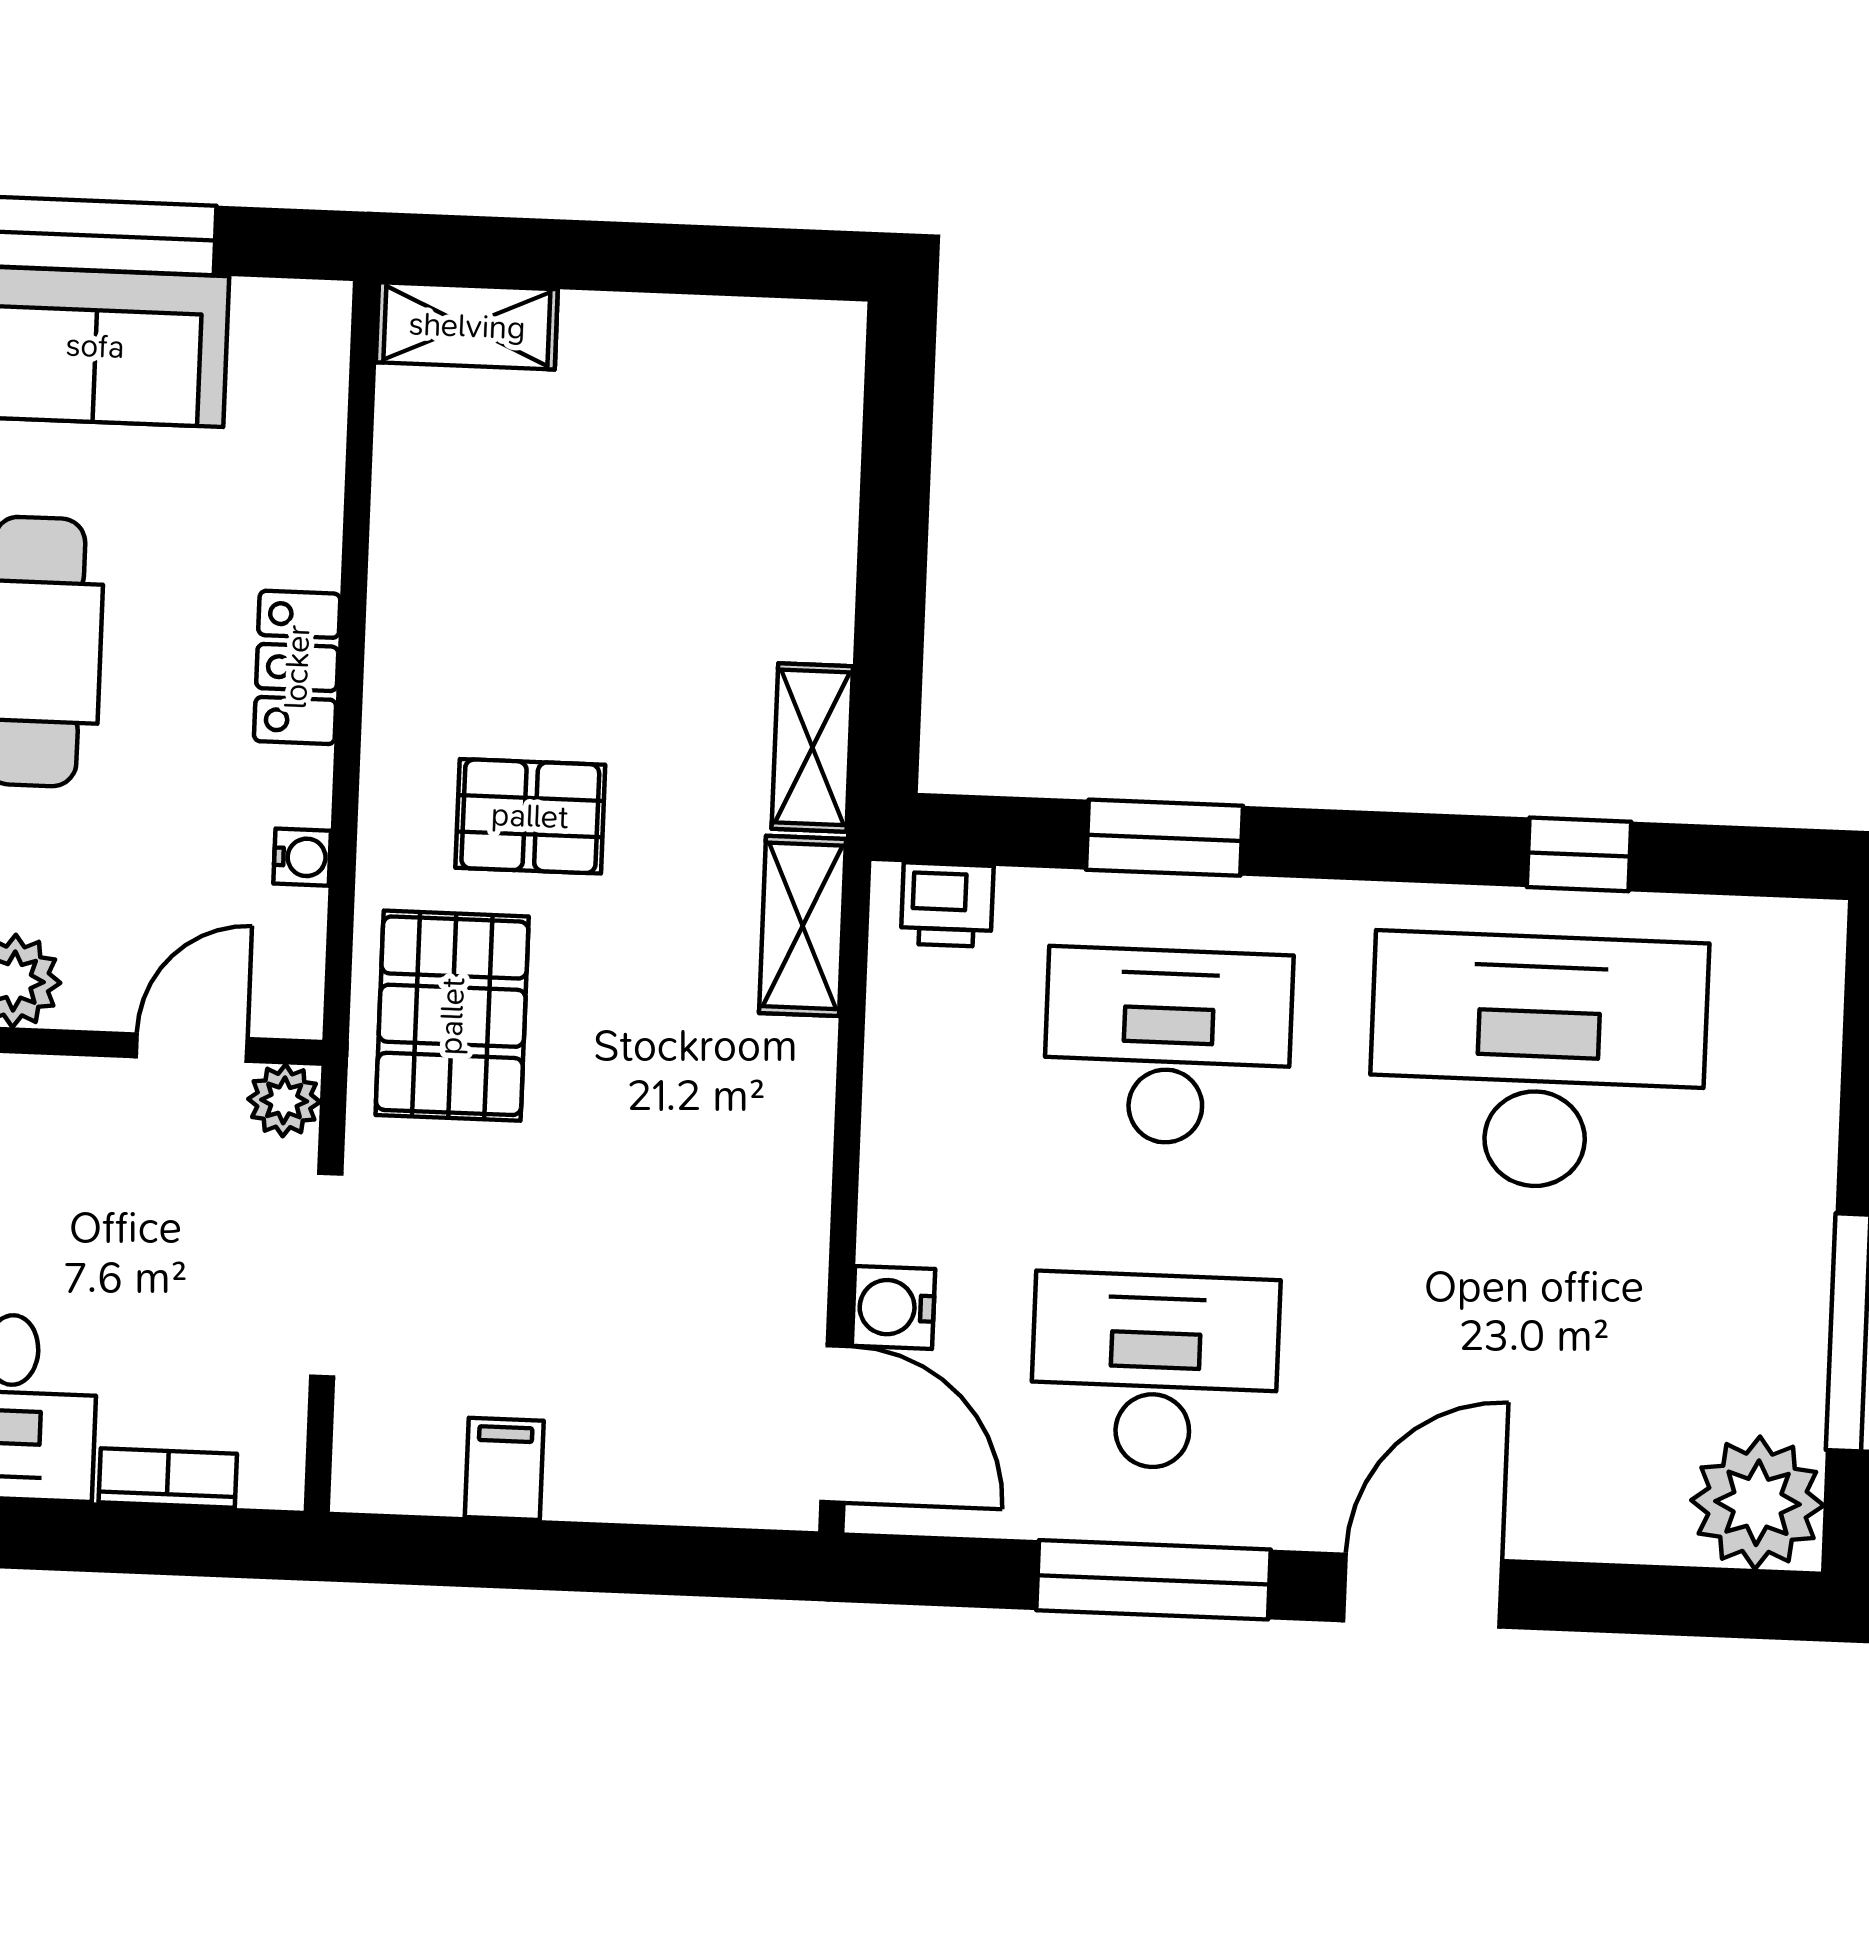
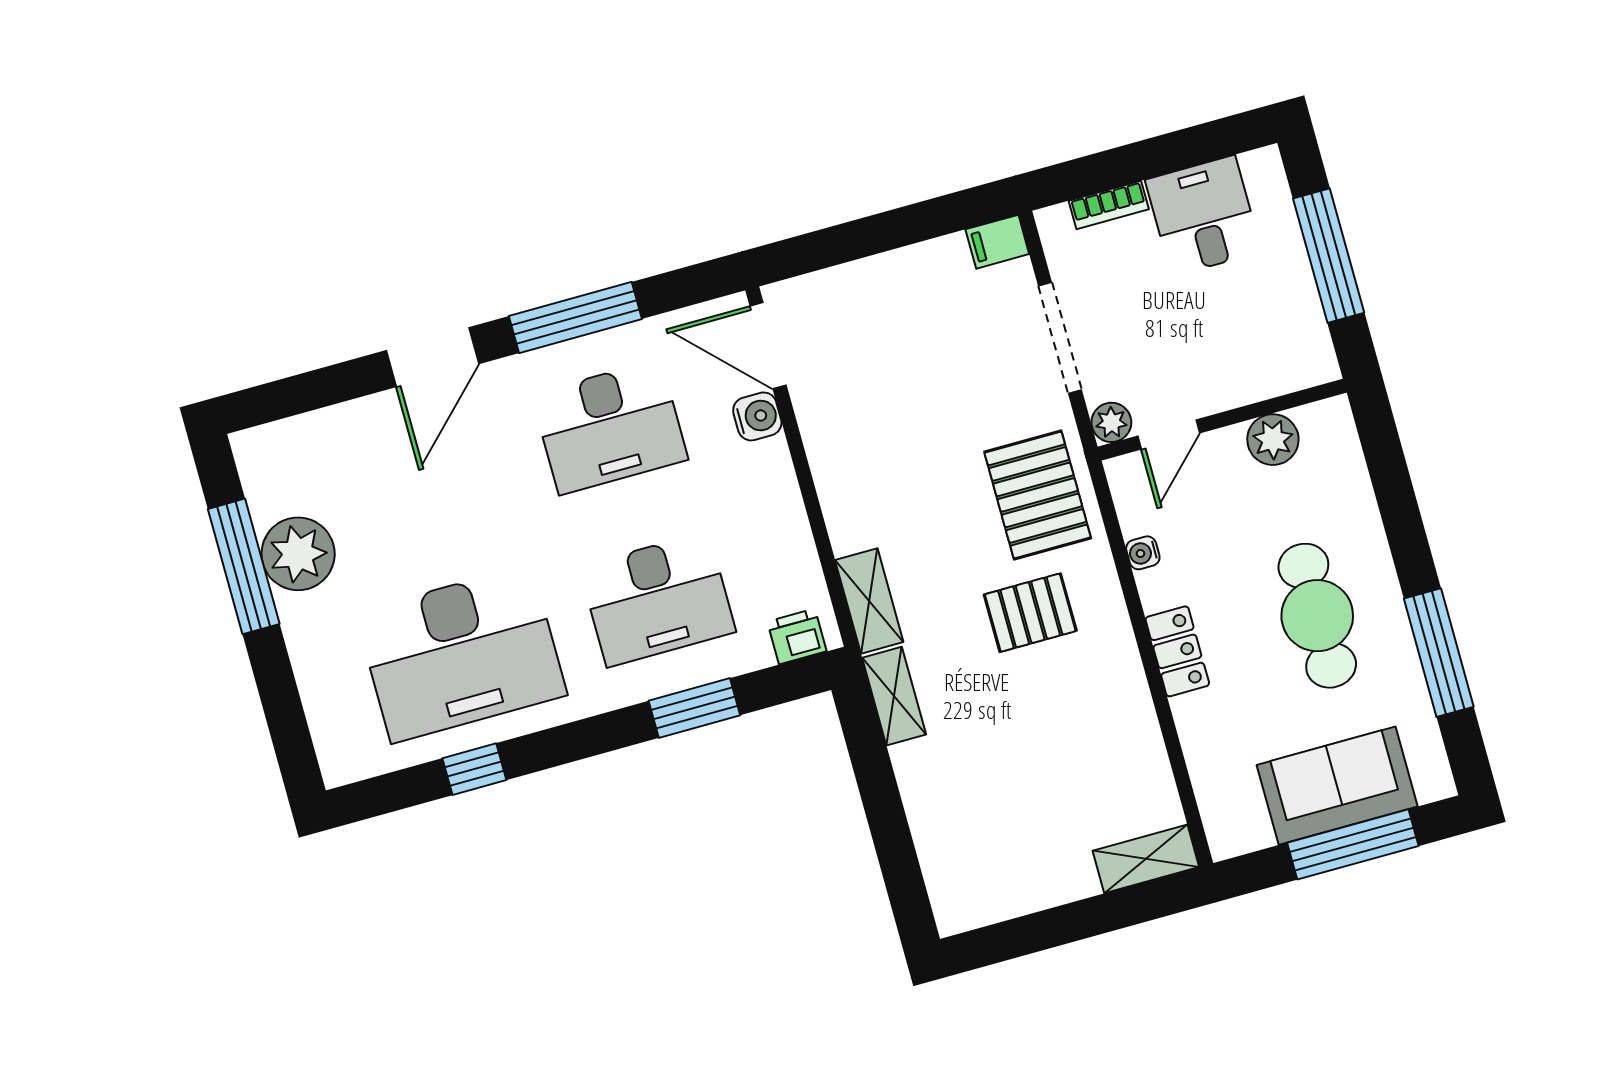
filing cabinet: (504, 1469) -> (997, 242), moved, turned 90
plant: (1757, 1503) -> (298, 554), moved

